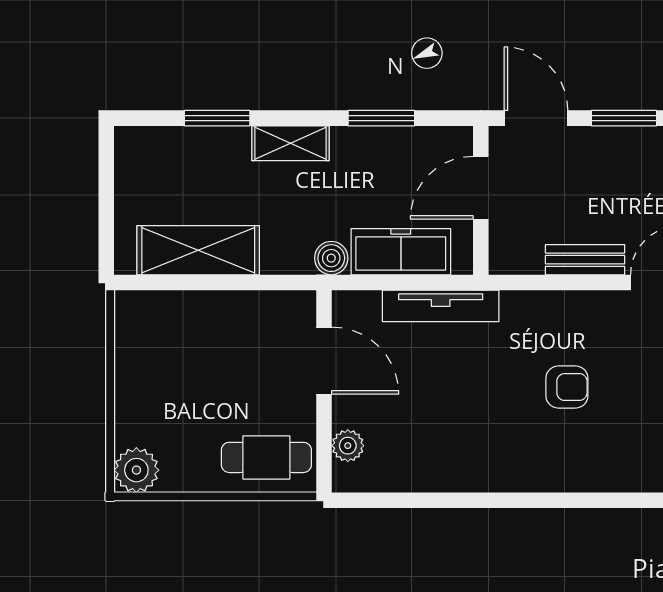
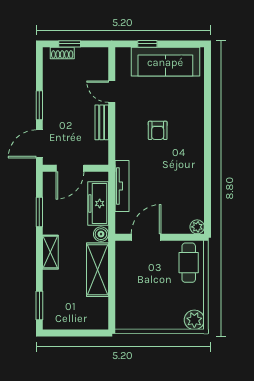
window: (217, 118) -> (39, 305), moved
door: (481, 188) -> (70, 168), hinge flipped
shelving: (198, 250) -> (98, 270), moved
armchair: (567, 387) -> (158, 130), turned 180
plant: (348, 446) -> (197, 227), moved

